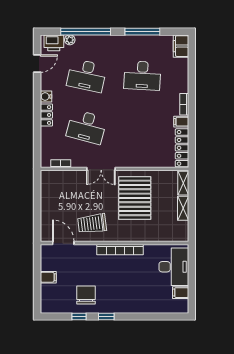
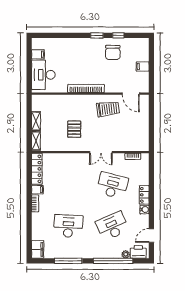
desk: (87, 76) -> (112, 226), turned -36
double door: (101, 169) -> (101, 152), swing flipped
pallet: (135, 198) -> (74, 129), width x0.49, depth x0.50

